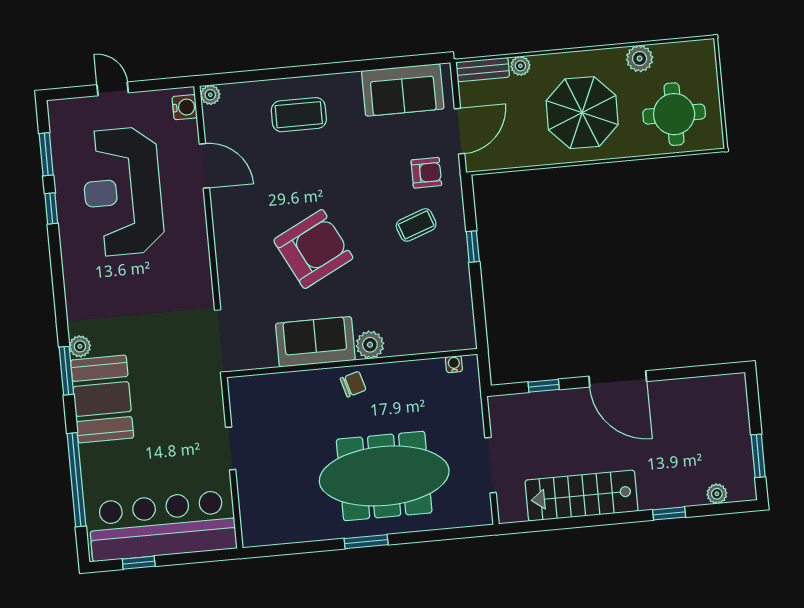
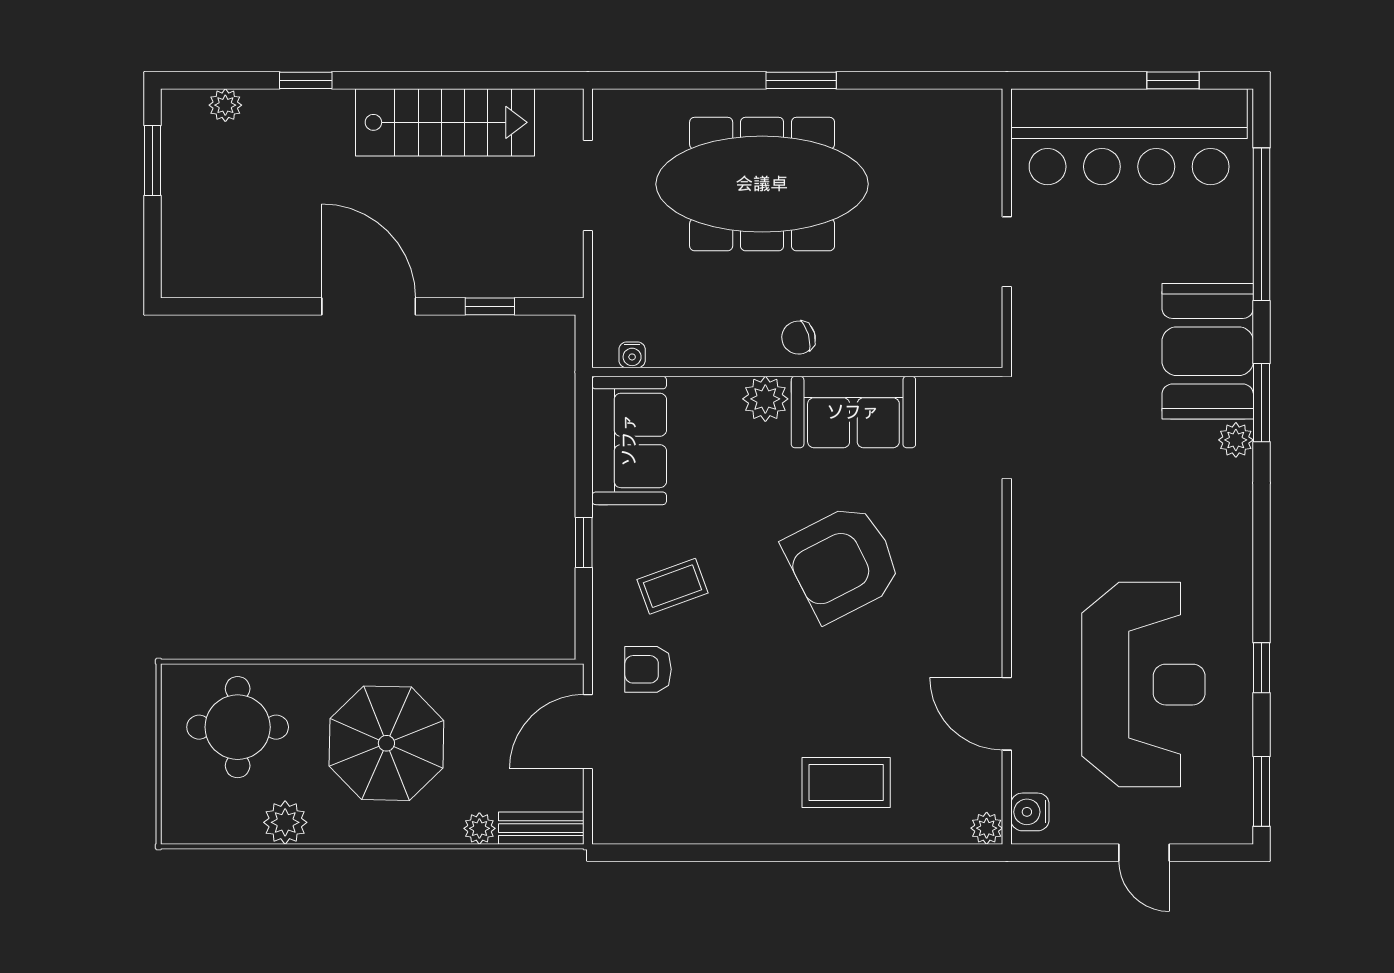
sofa: (403, 90) -> (629, 440), moved, turned 90
window: (46, 154) -> (1261, 791), moved

